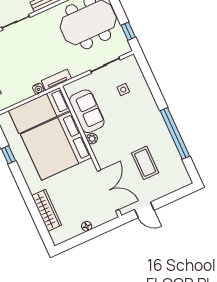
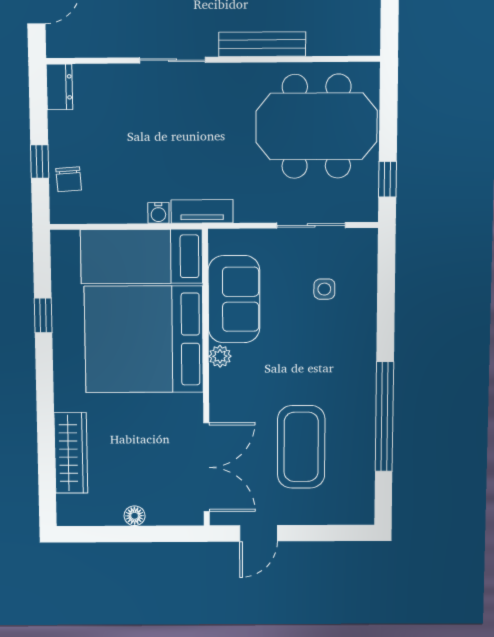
coffee table: (145, 163) -> (301, 447), width x1.36, depth x1.32
door: (144, 210) -> (259, 533), hinge flipped

